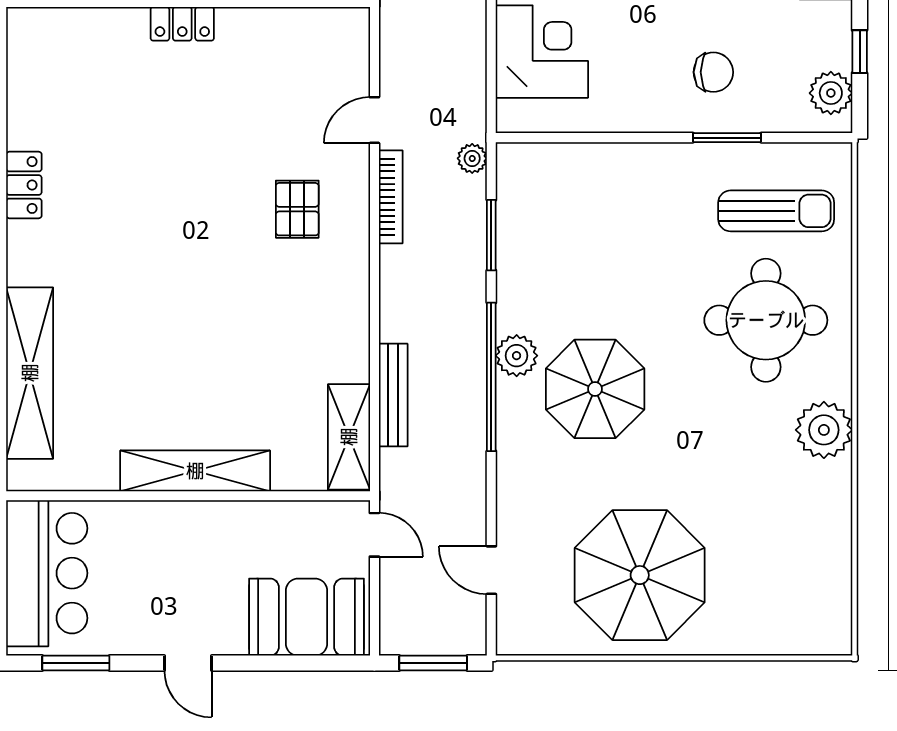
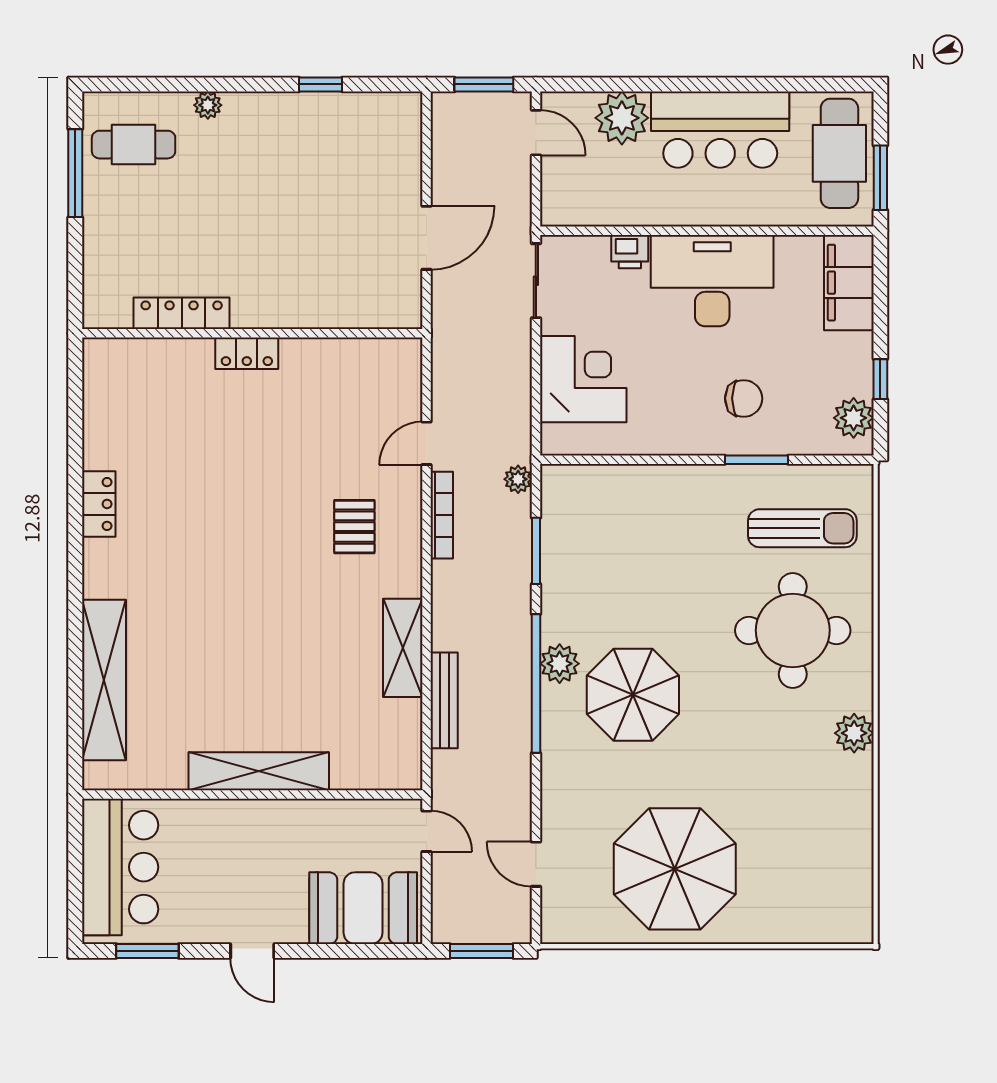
plant: (824, 430) -> (854, 733), width x0.73, depth x0.73
shelving: (349, 437) -> (403, 648), moved

